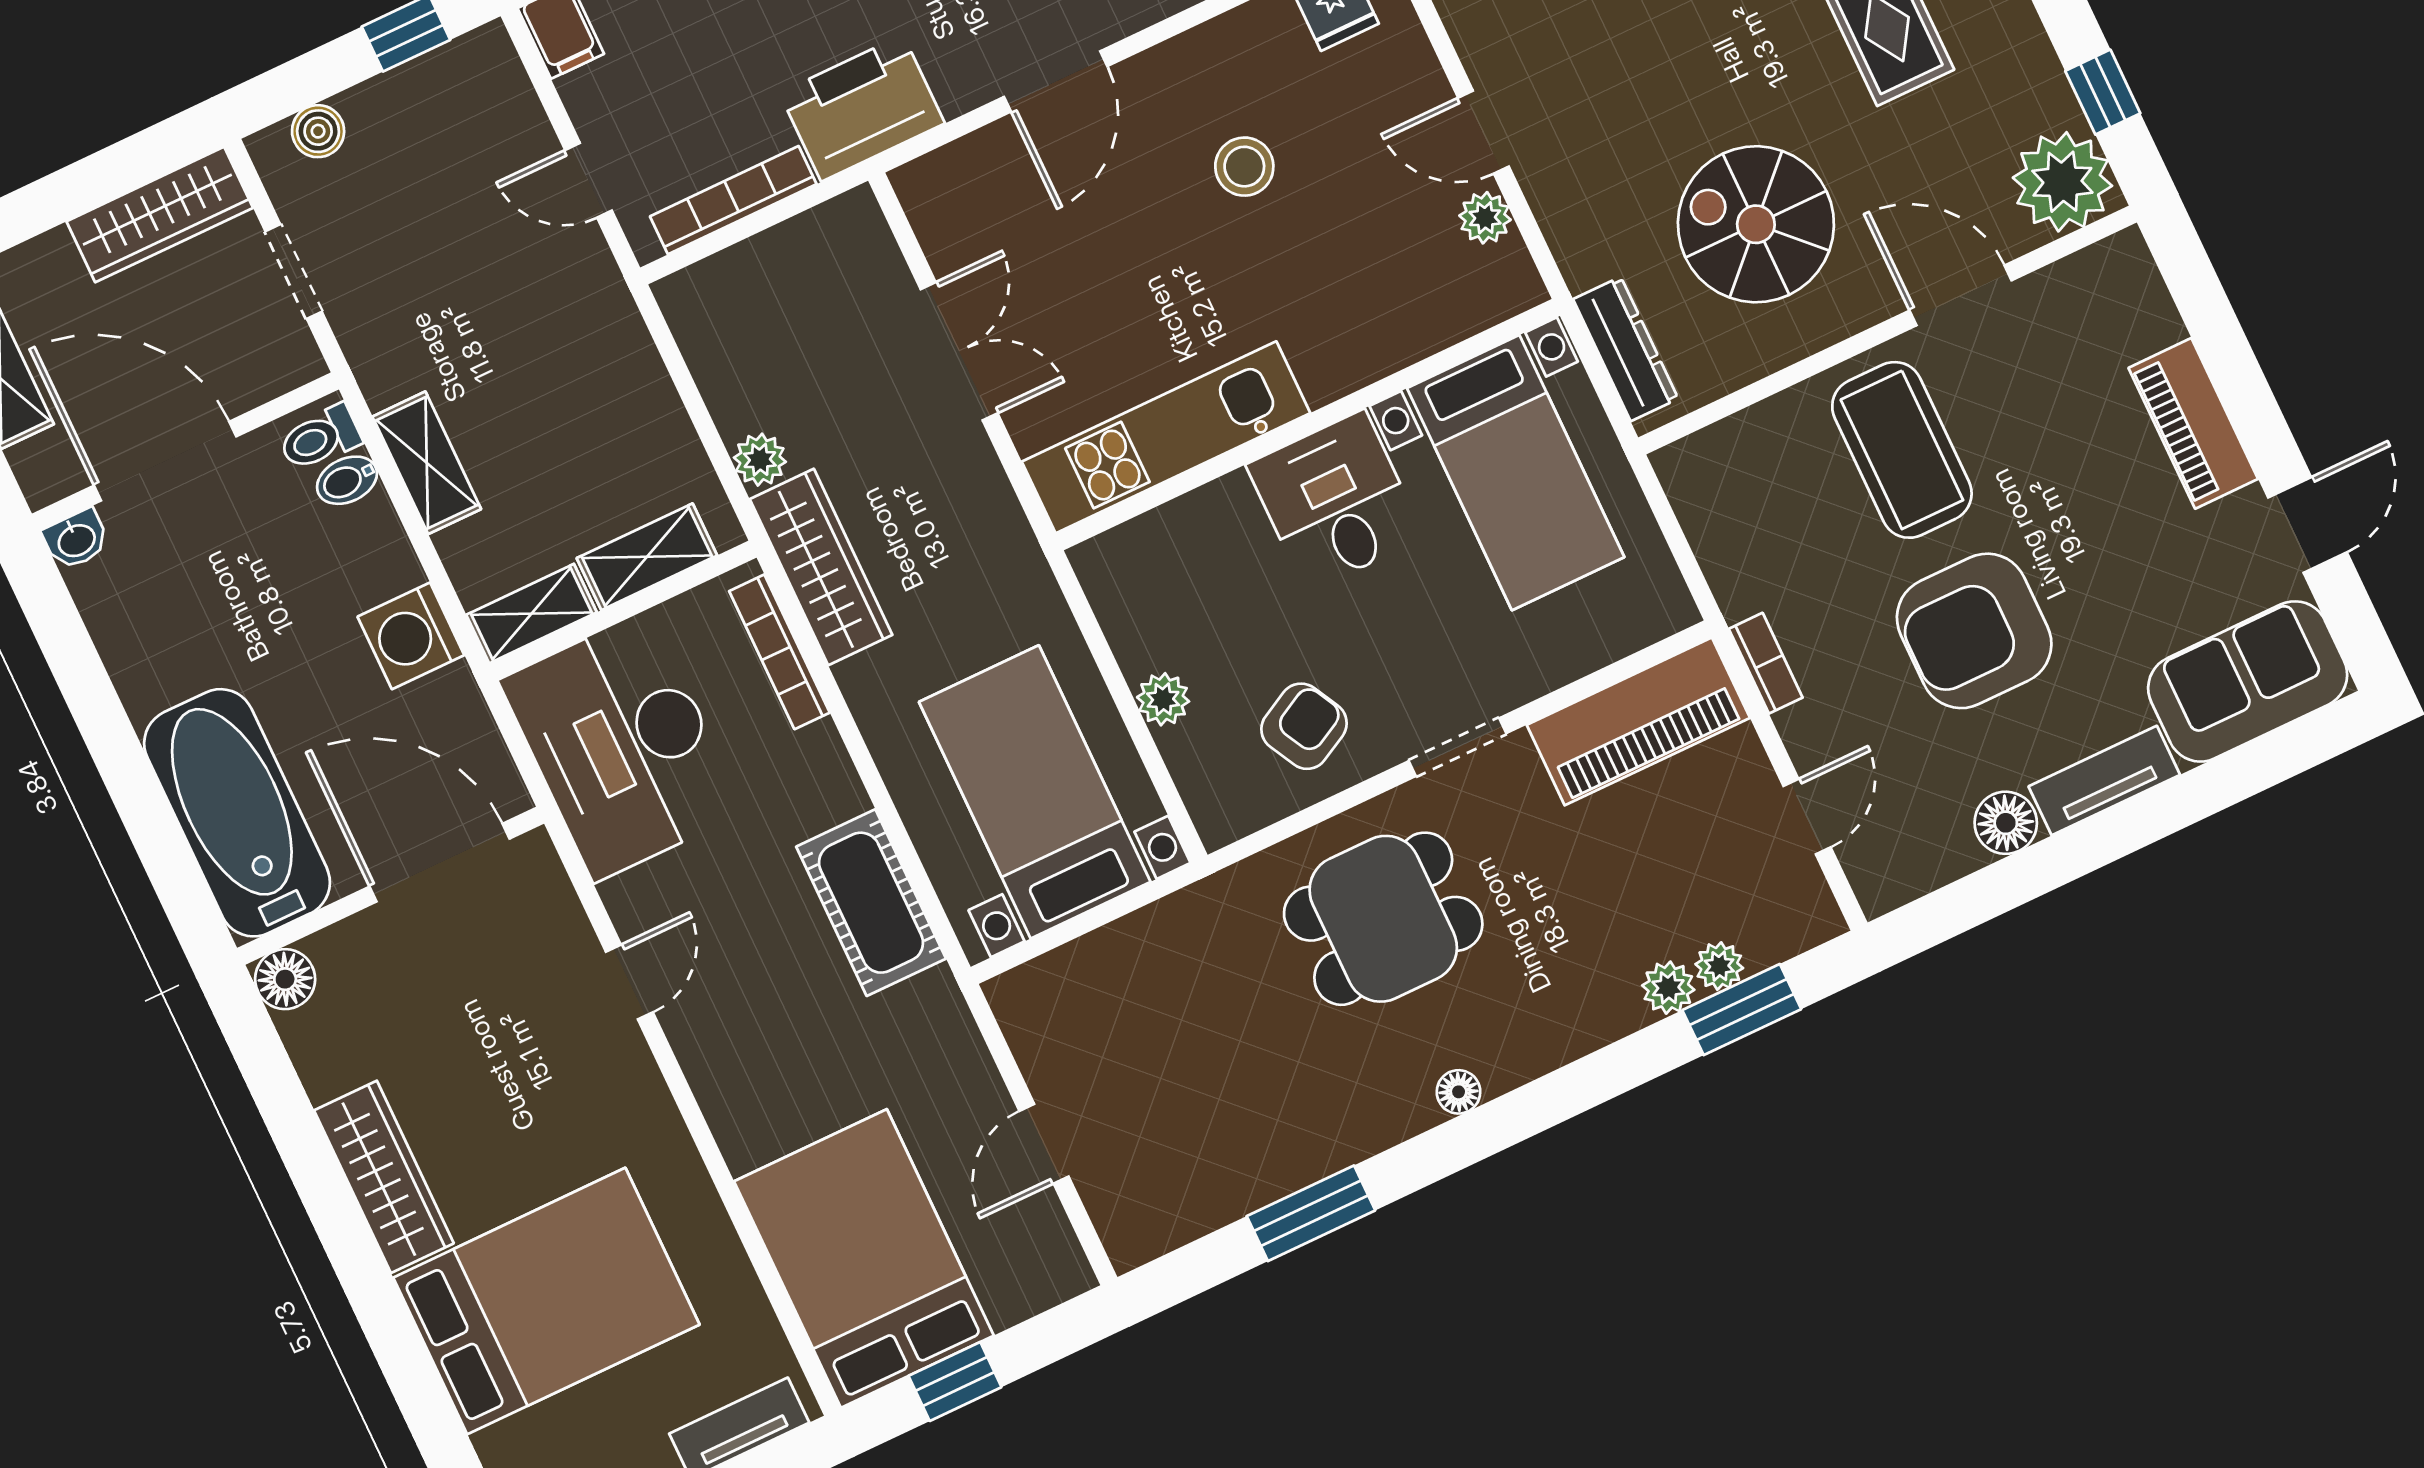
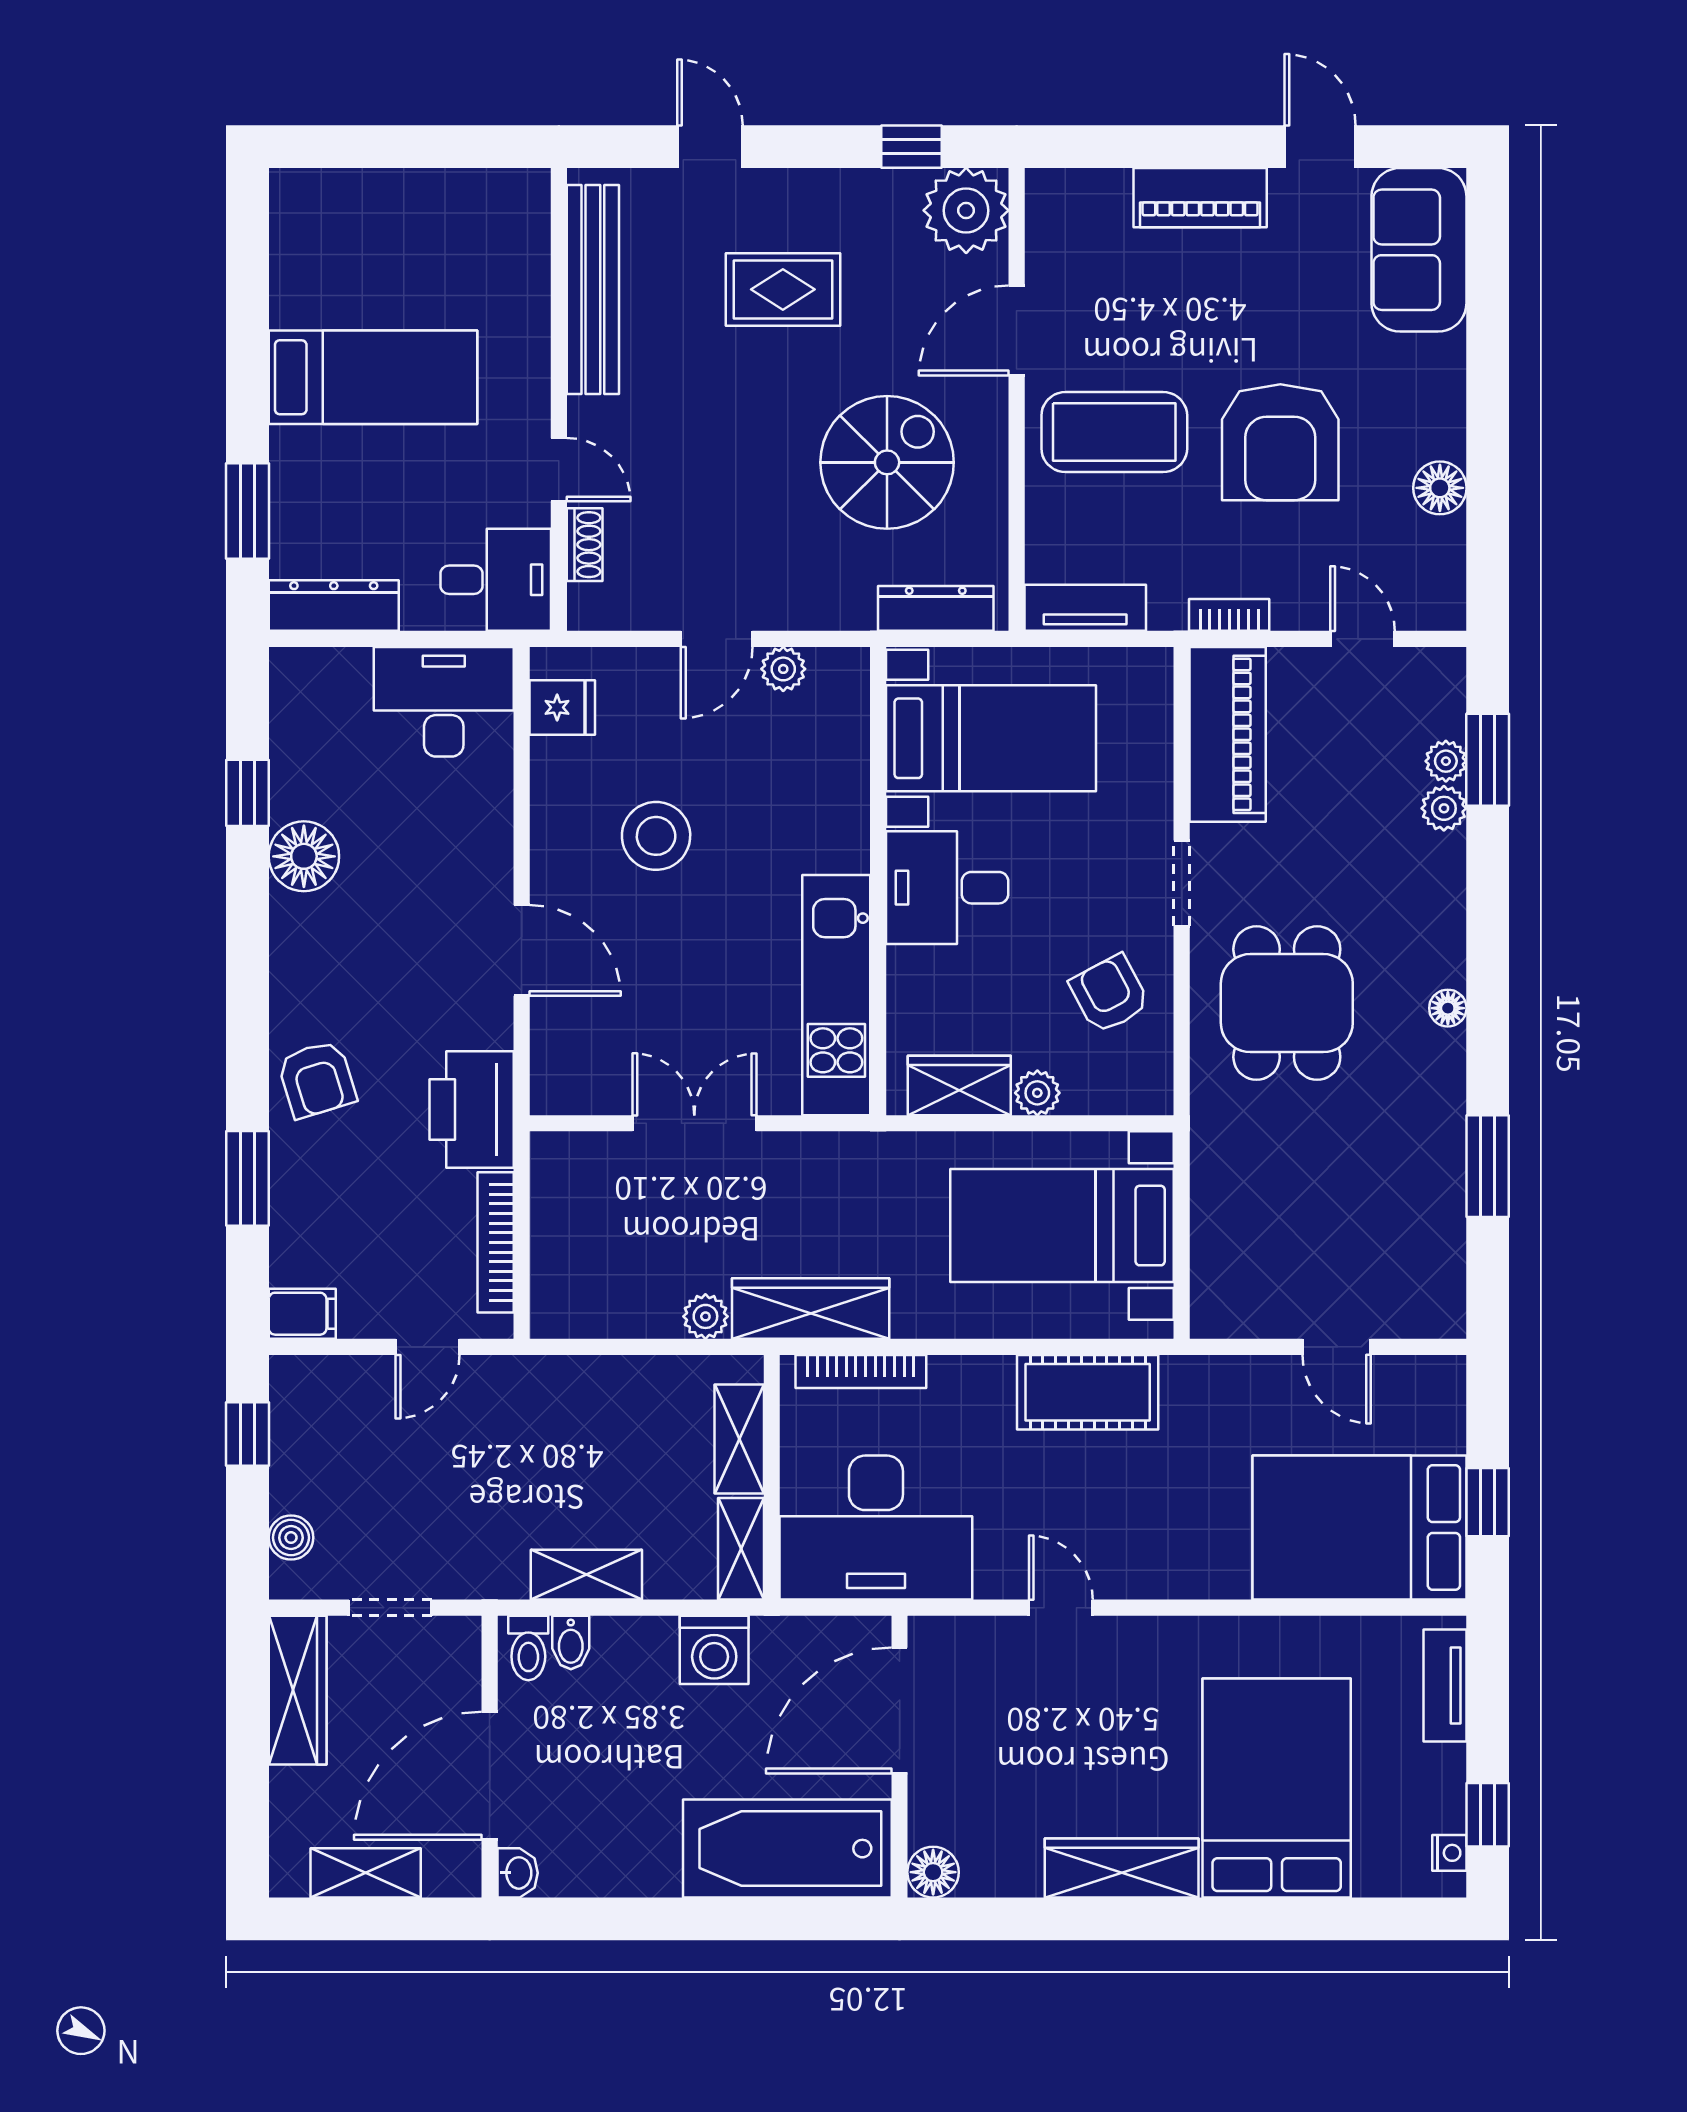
stool: (1244, 167) -> (656, 836), width x1.38, depth x1.38
spiral stairs: (1756, 224) -> (887, 462), turned 180
wardrobe: (1132, 613) -> (959, 1085), added
tv unit: (2104, 781) -> (1085, 608), moved, turned 90

